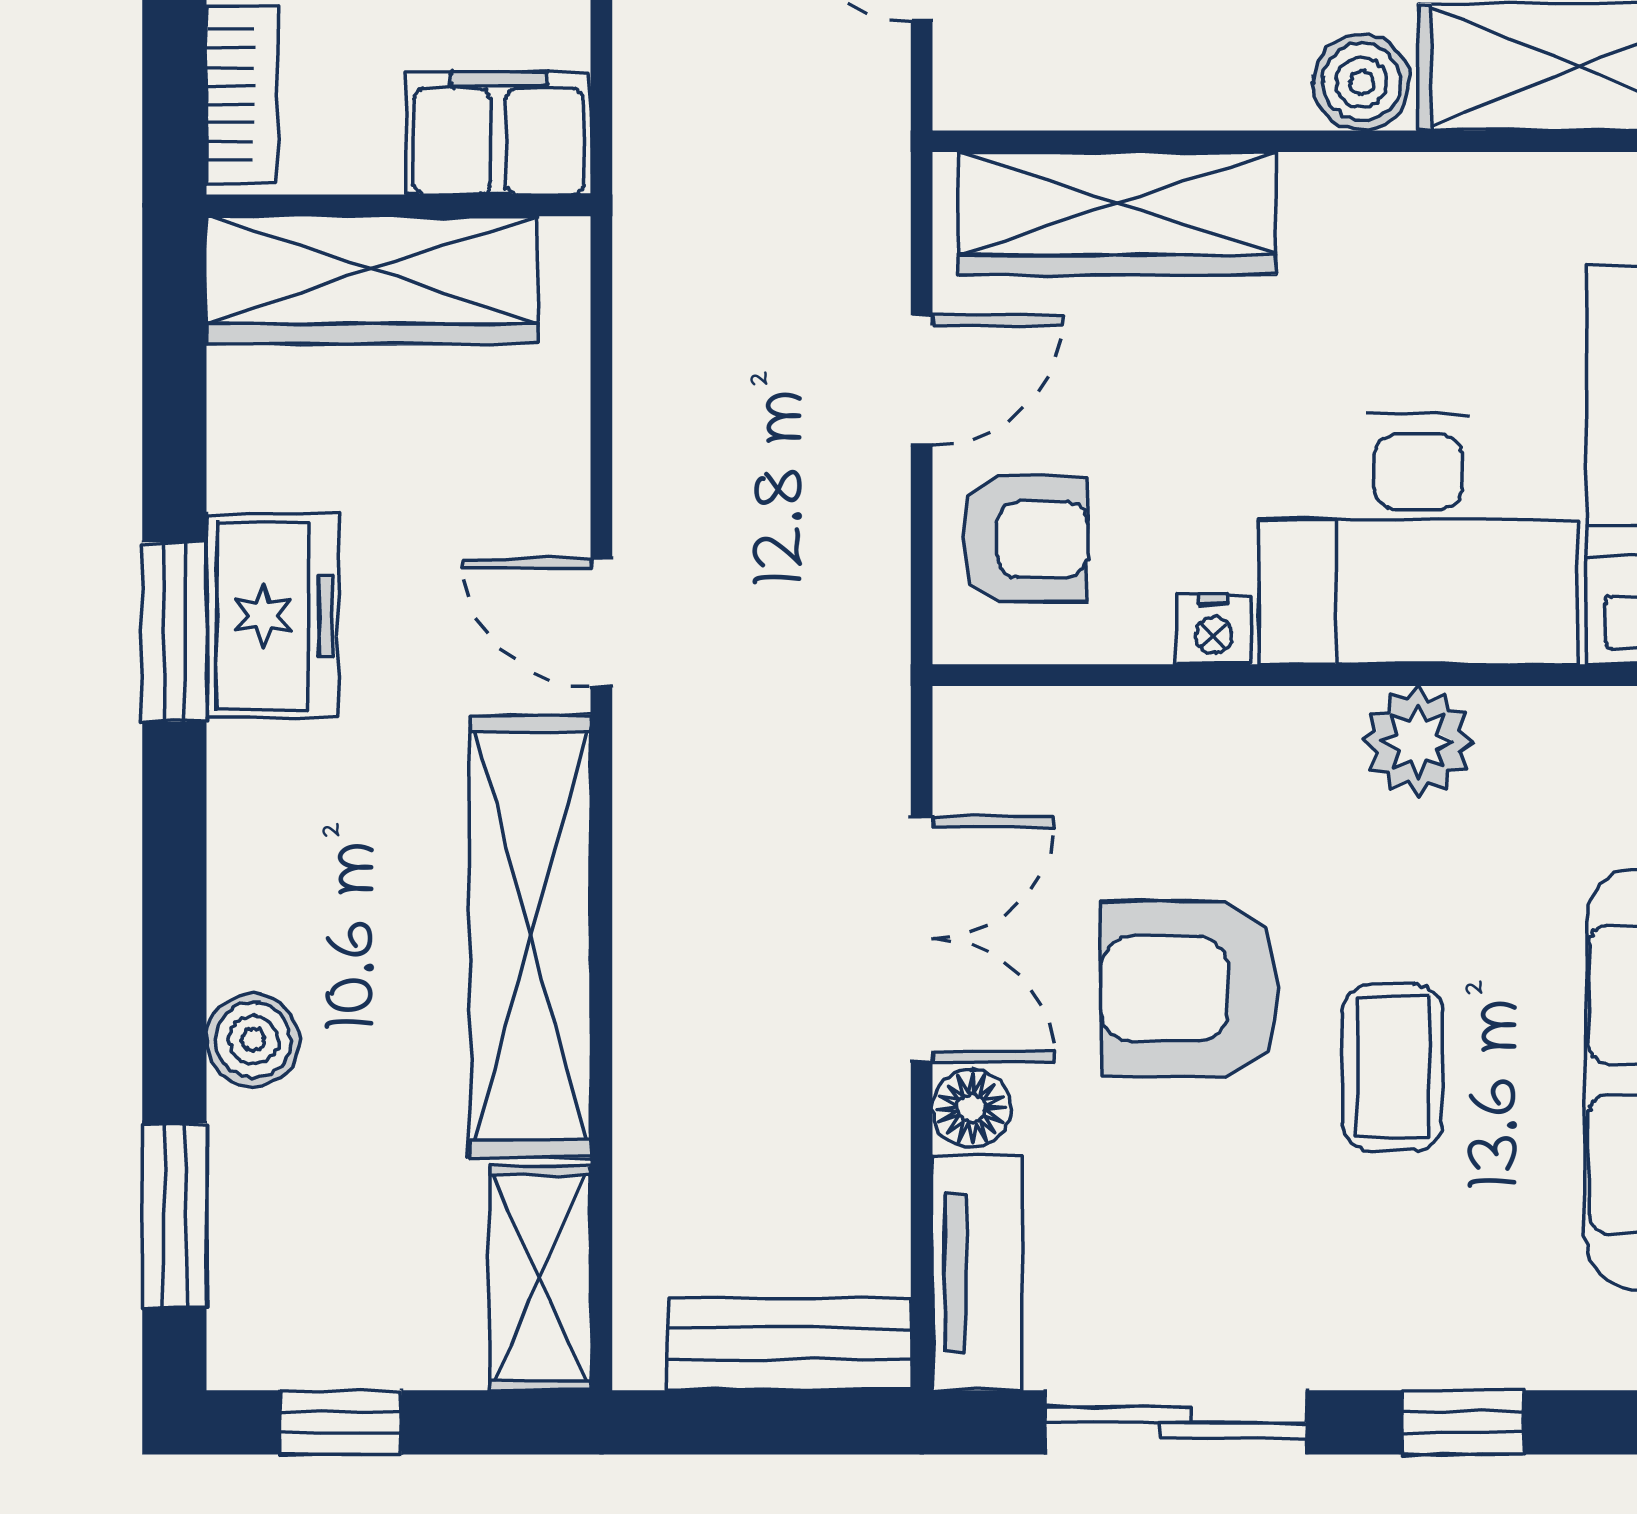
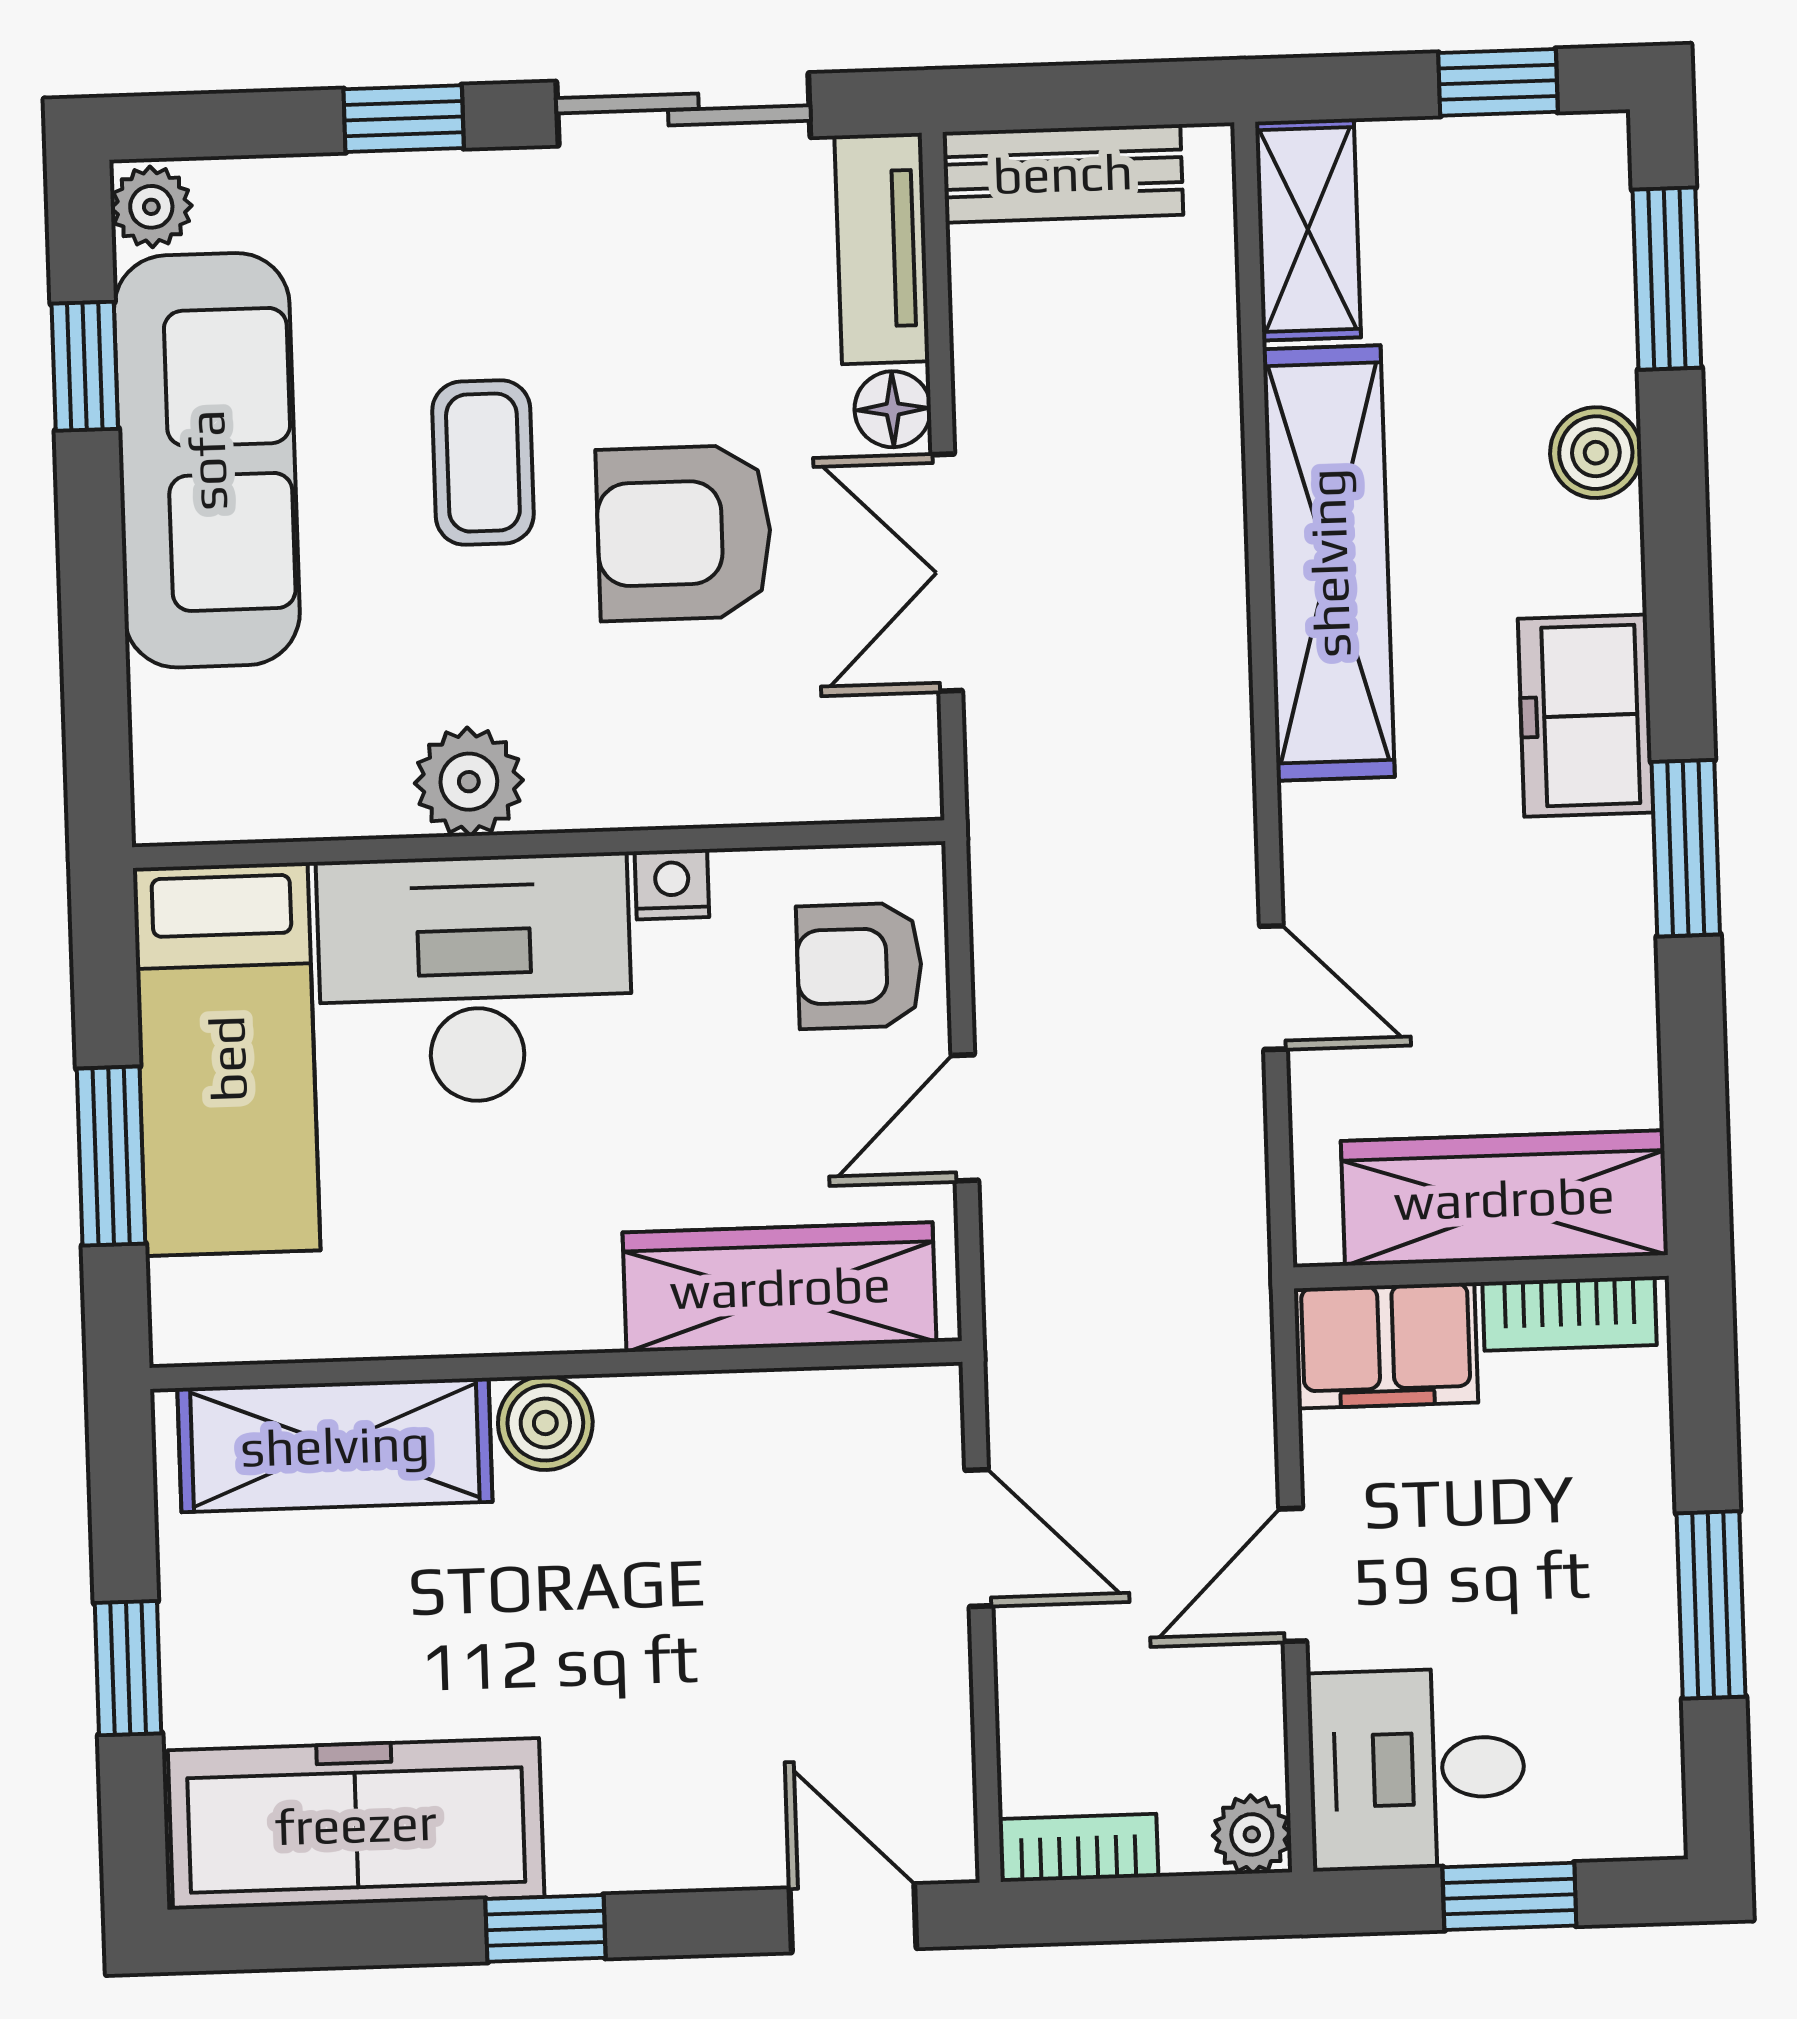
bookcase: (242, 95) -> (1570, 1314), moved, turned -90
freezer: (272, 616) -> (1586, 716), moved
door: (601, 622) -> (1273, 988), moved
armchair: (1189, 989) -> (684, 533), turned 180

